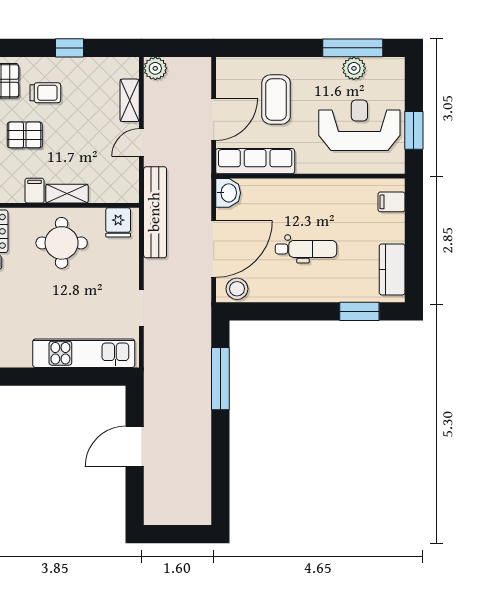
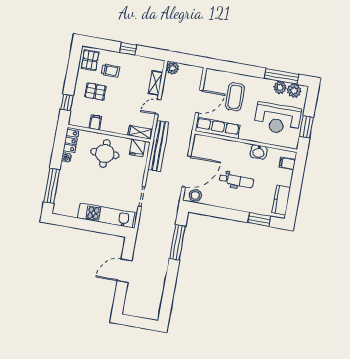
plant: (380, 70) -> (294, 91), added
reception desk: (359, 125) -> (277, 119), turned 180
washbasin: (228, 193) -> (259, 152), moved, turned 90
shelving: (67, 194) -> (140, 132), moved

